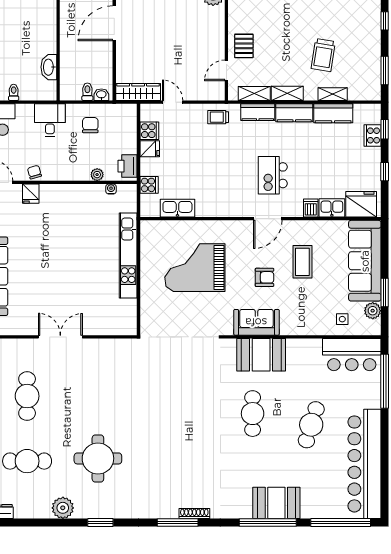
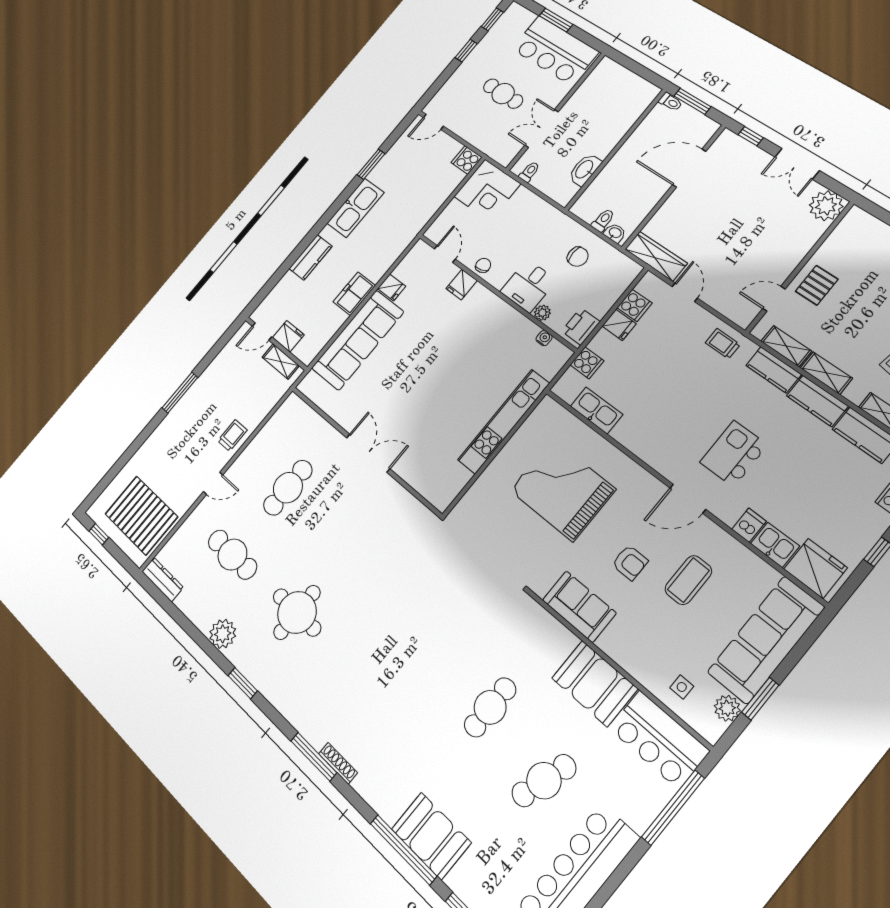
desk: (50, 120) -> (528, 286), moved, turned 180
chair: (90, 125) -> (578, 257), turned 90
booth: (261, 355) -> (595, 683), moved

